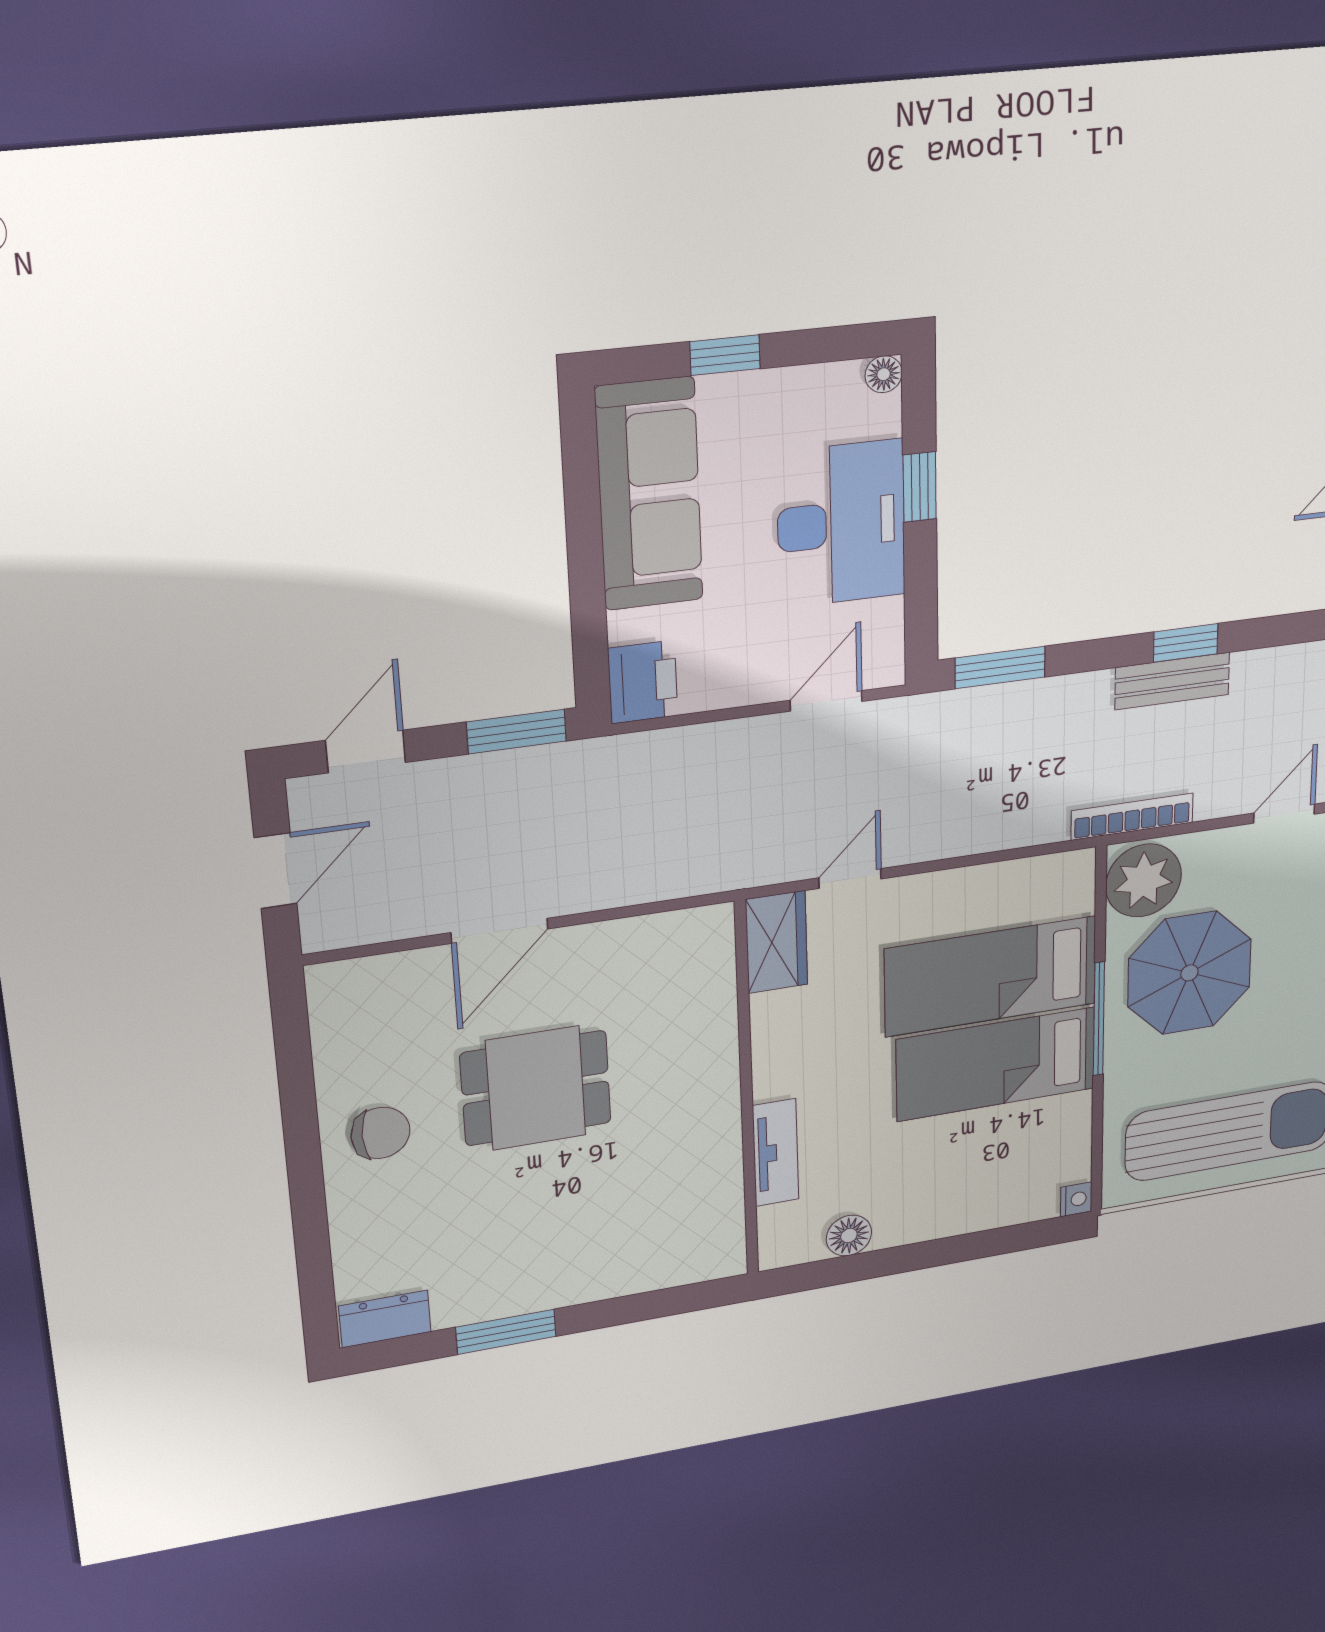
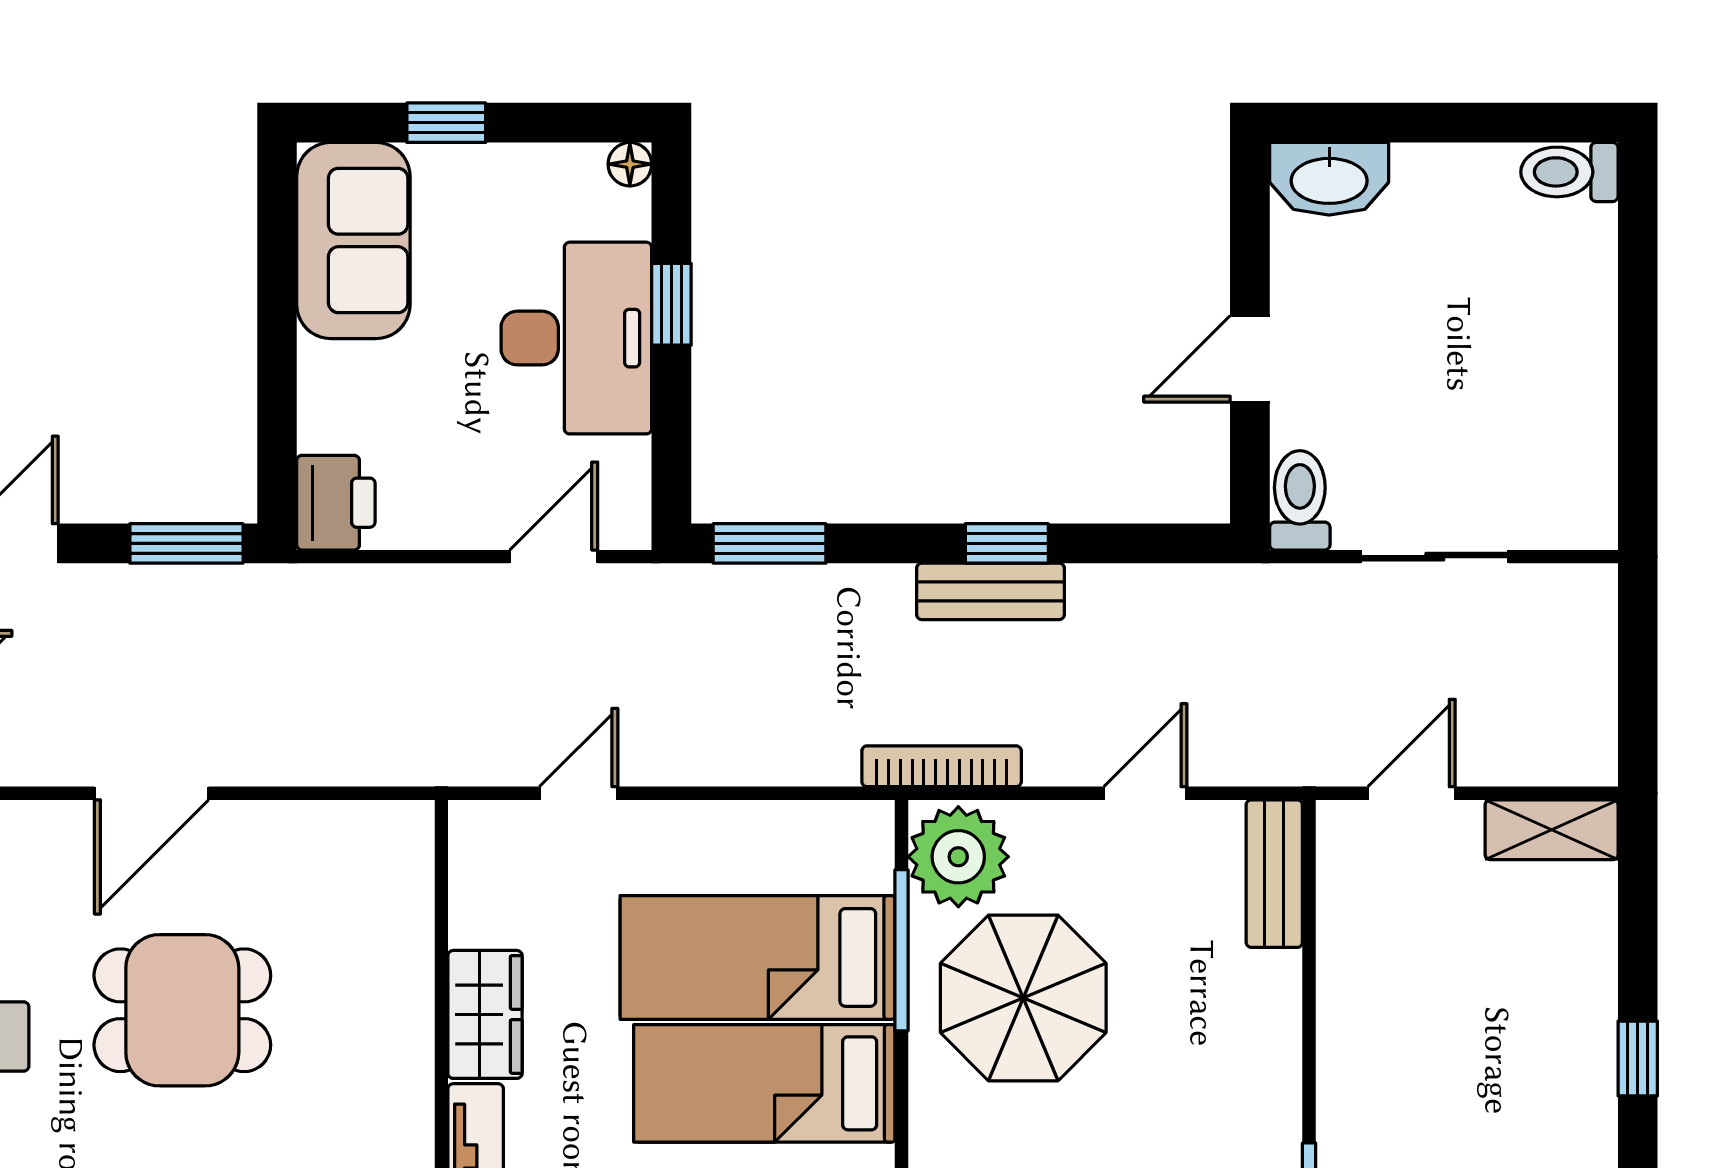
sofa: (649, 494) -> (353, 240), width x0.73
wardrobe: (777, 942) -> (485, 1014), moved
window: (1099, 1019) -> (901, 950), moved

